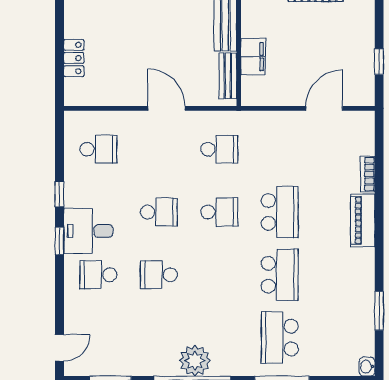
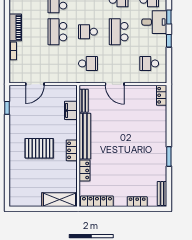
locker: (74, 58) -> (162, 95), moved
school desk: (219, 149) -> (88, 63), turned 180
school desk: (159, 212) -> (119, 32), width x1.85

